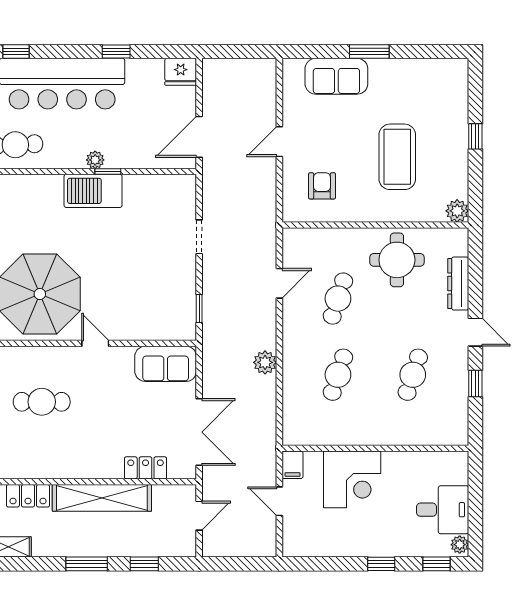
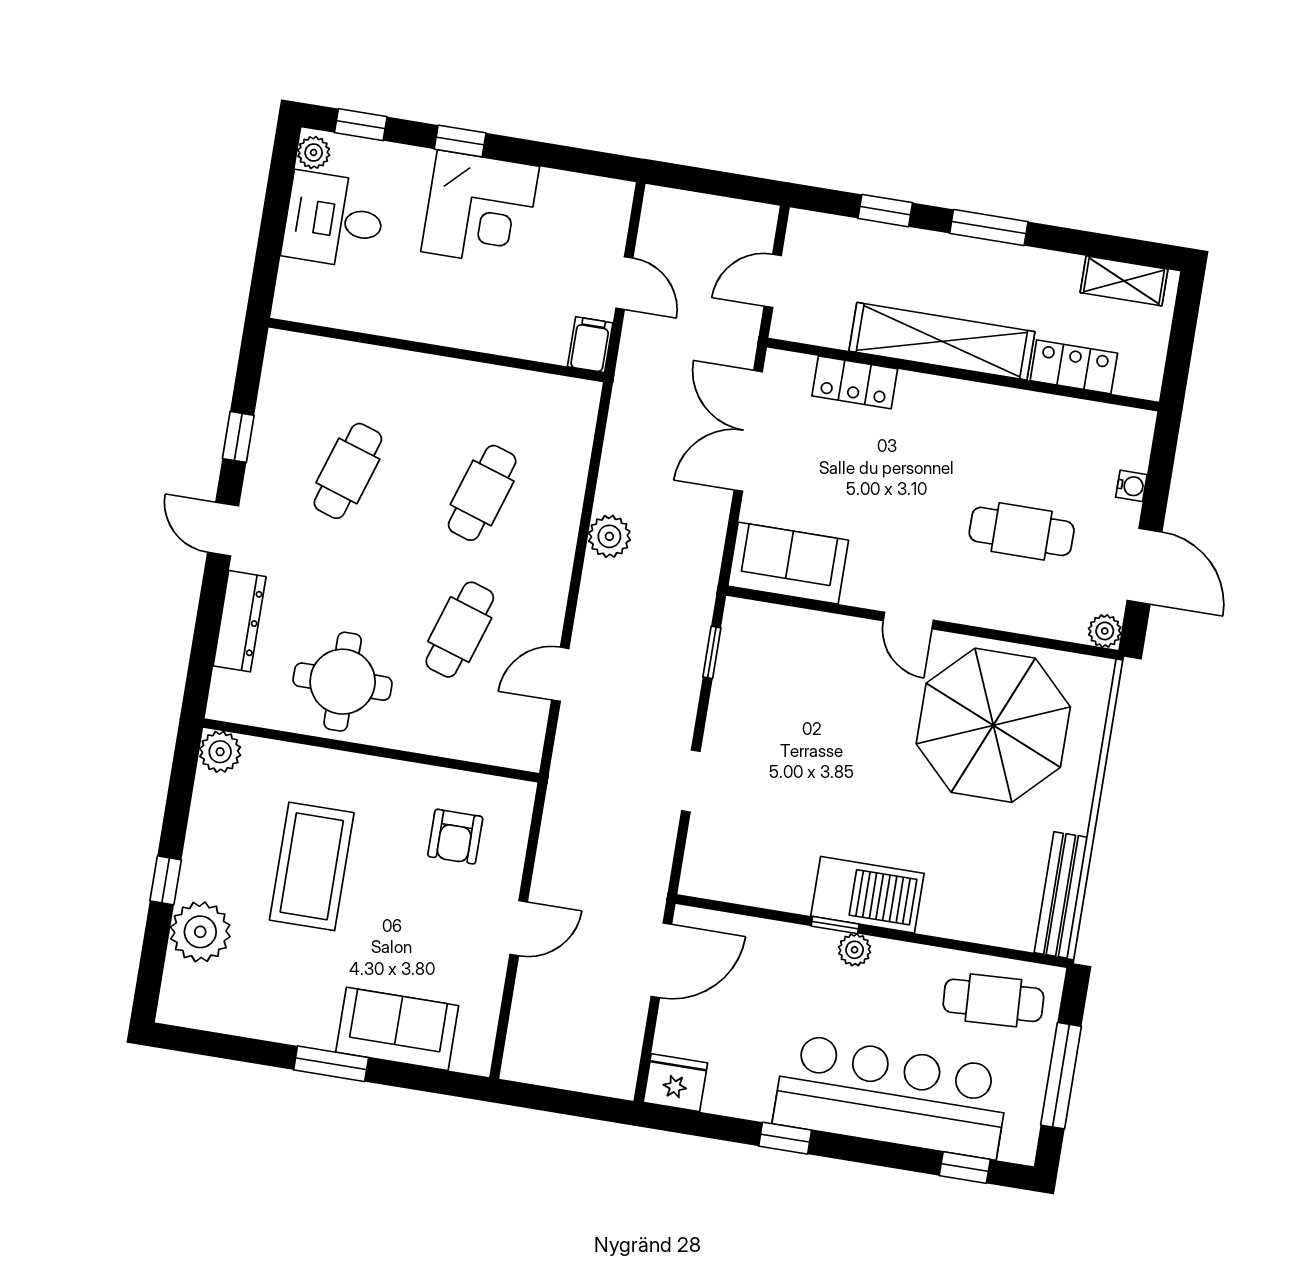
plant: (452, 111) -> (200, 932), added
corner desk: (352, 479) -> (480, 209), moved, turned 180

